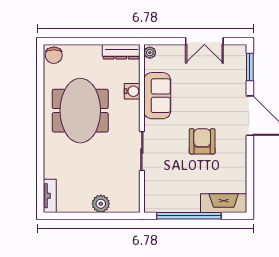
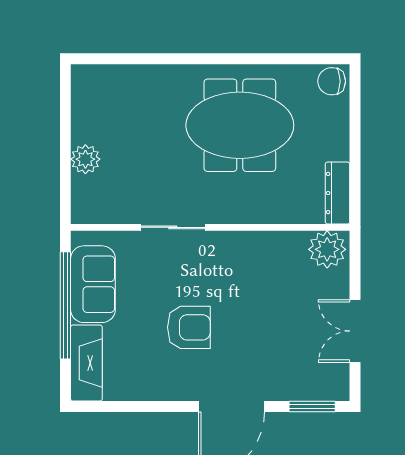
plant: (150, 53) -> (327, 249), width x1.88, depth x1.88
water cooler: (132, 91) -> (272, 211), removed
sofa: (157, 96) -> (93, 284), moved, turned -90
tv unit: (50, 196) -> (98, 75), removed

